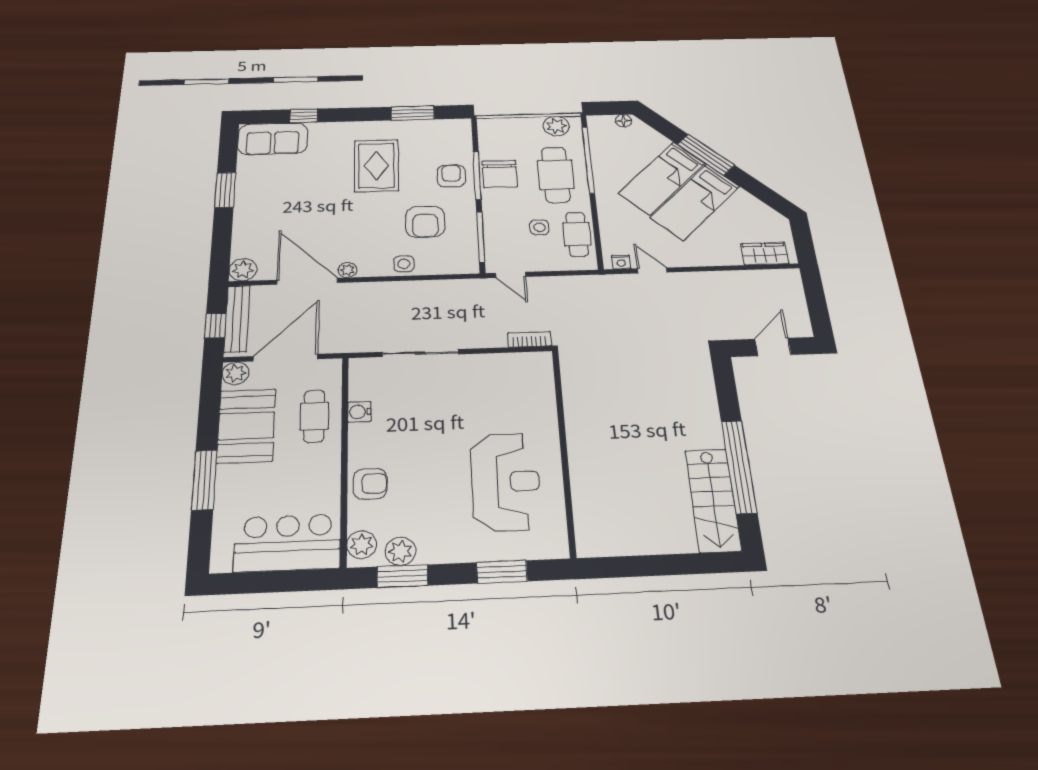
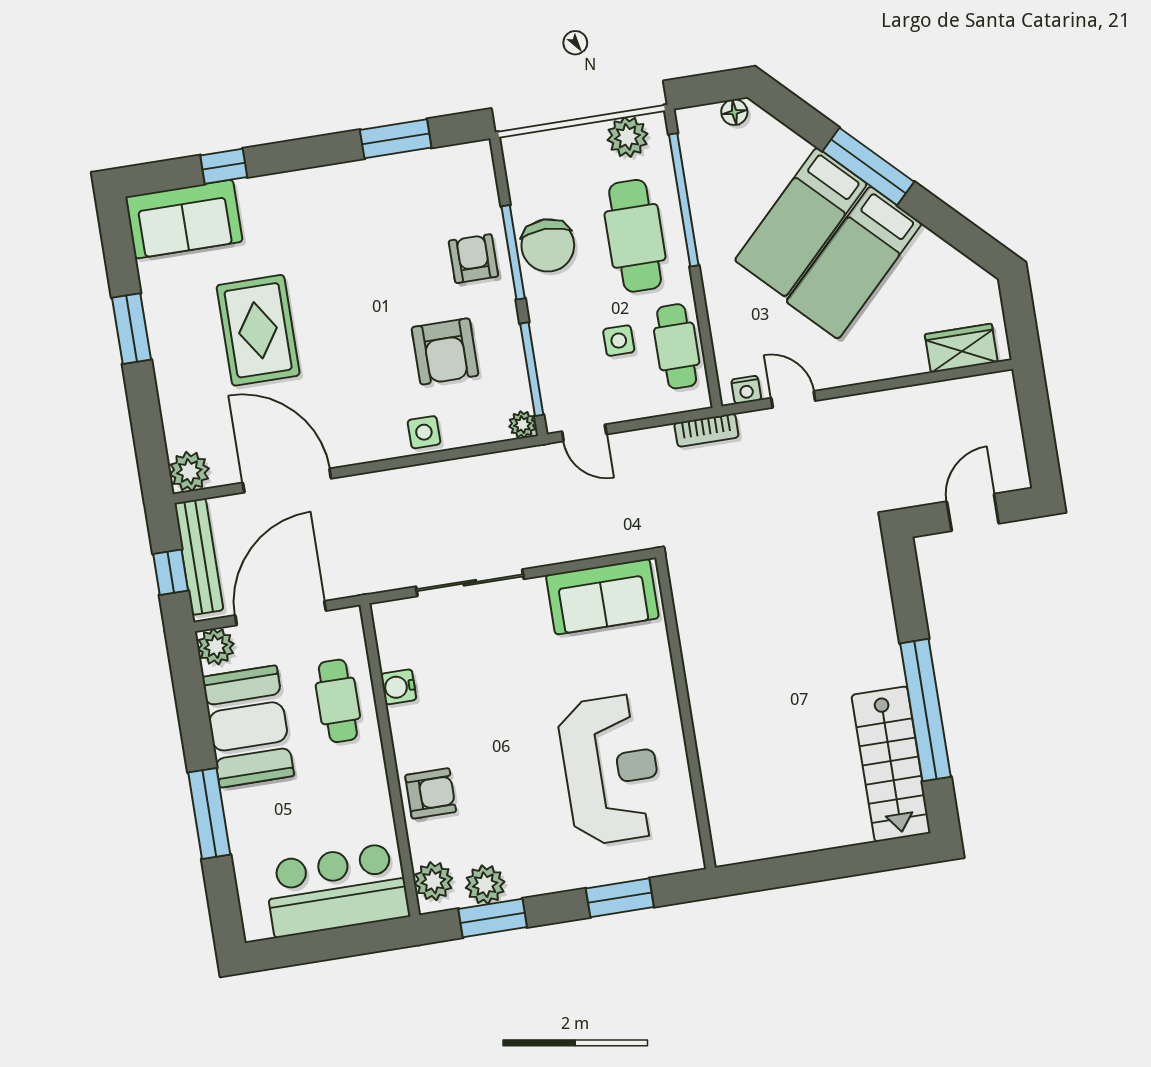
rug: (376, 166) -> (258, 330), moved
plant: (348, 270) -> (523, 425), moved
bookcase: (529, 339) -> (706, 430), moved, turned 180
sofa: (512, 371) -> (602, 597), added

